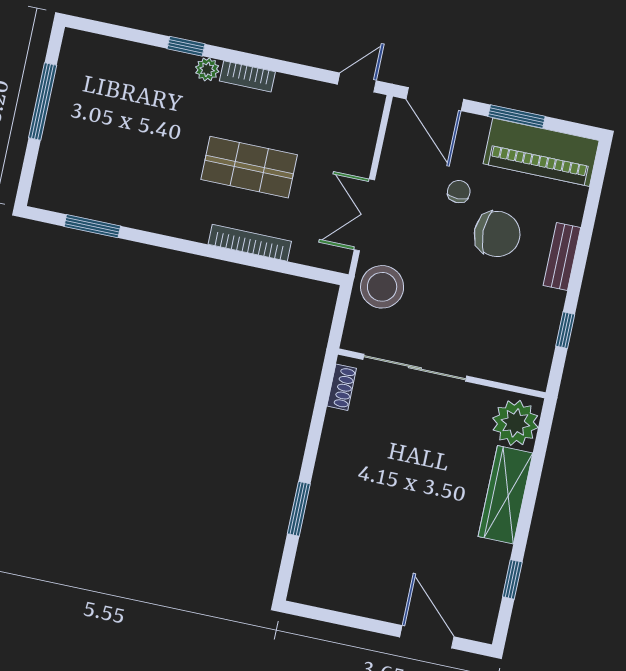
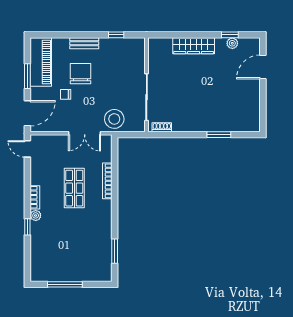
plant: (515, 423) -> (232, 43), moved, width x0.53, depth x0.53

